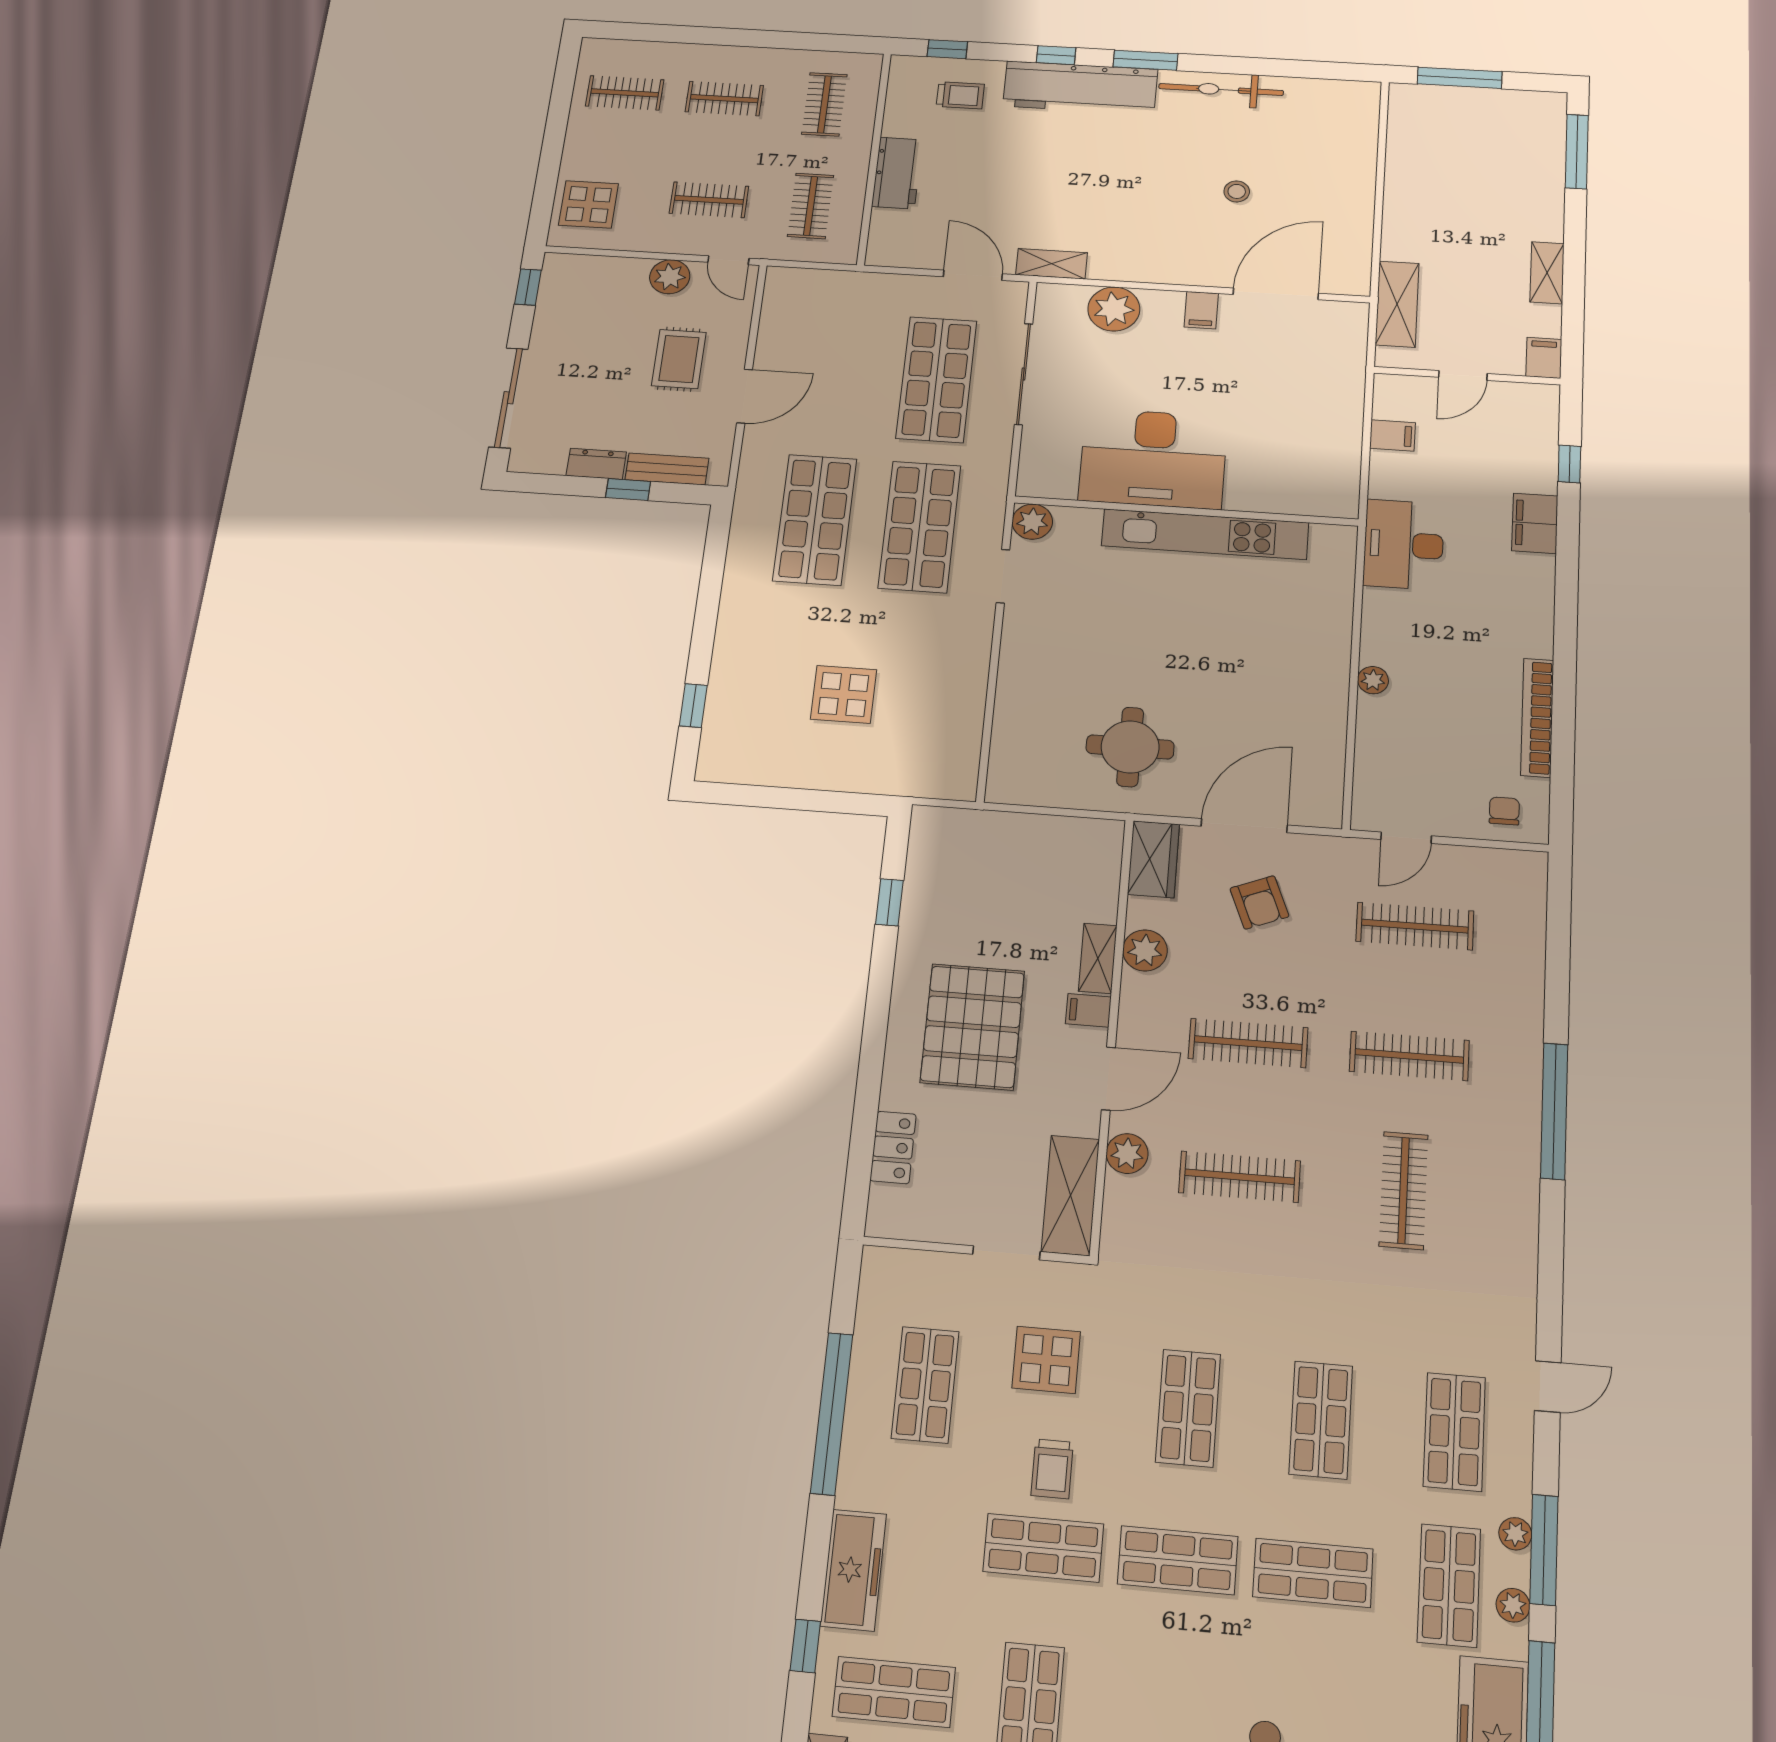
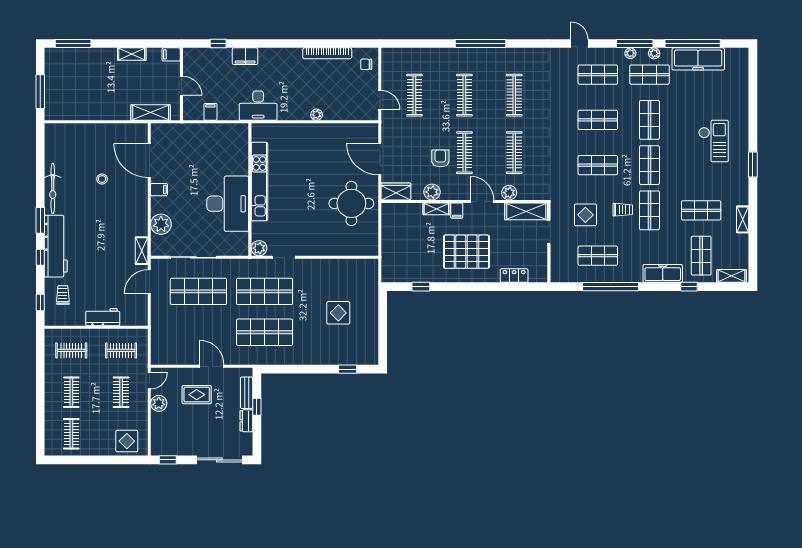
round table: (1130, 747) -> (351, 203), width x1.36, depth x1.36
armchair: (1259, 902) -> (440, 158), moved, turned -68
clothes rail: (1404, 1190) -> (514, 95), turned 90

